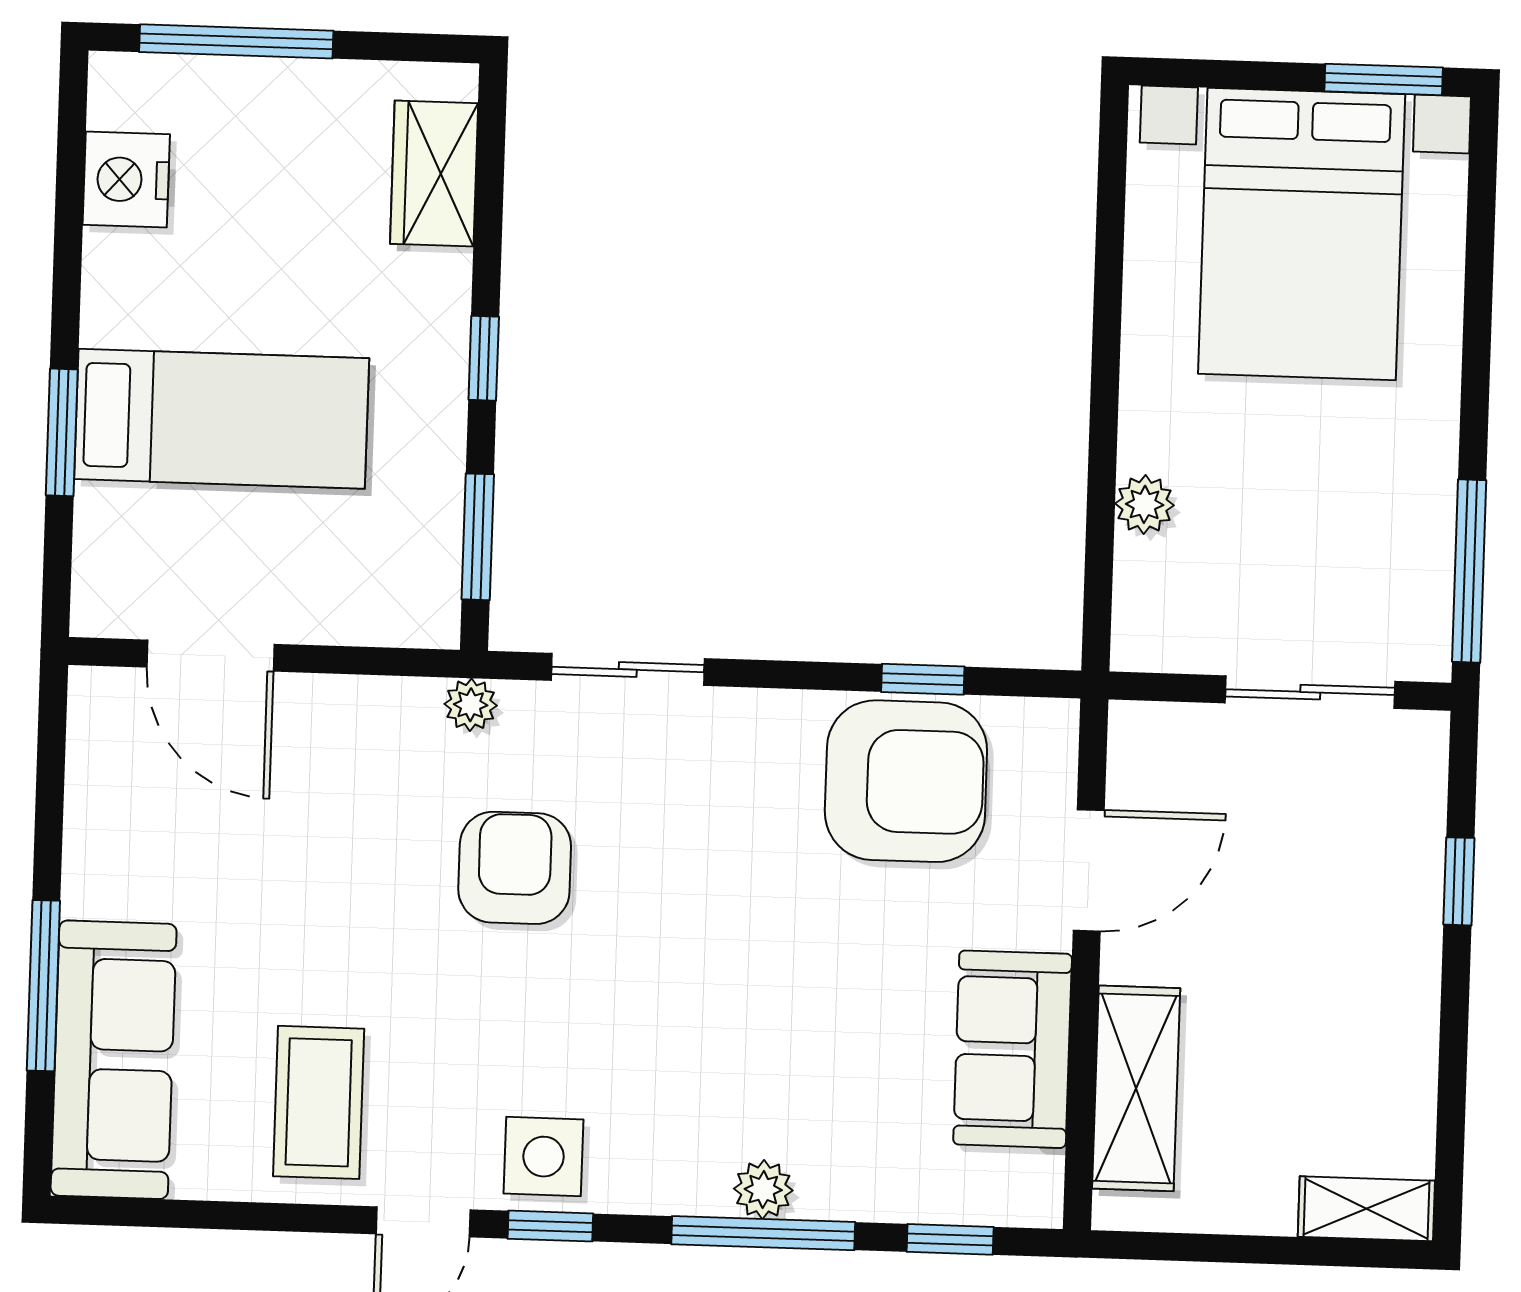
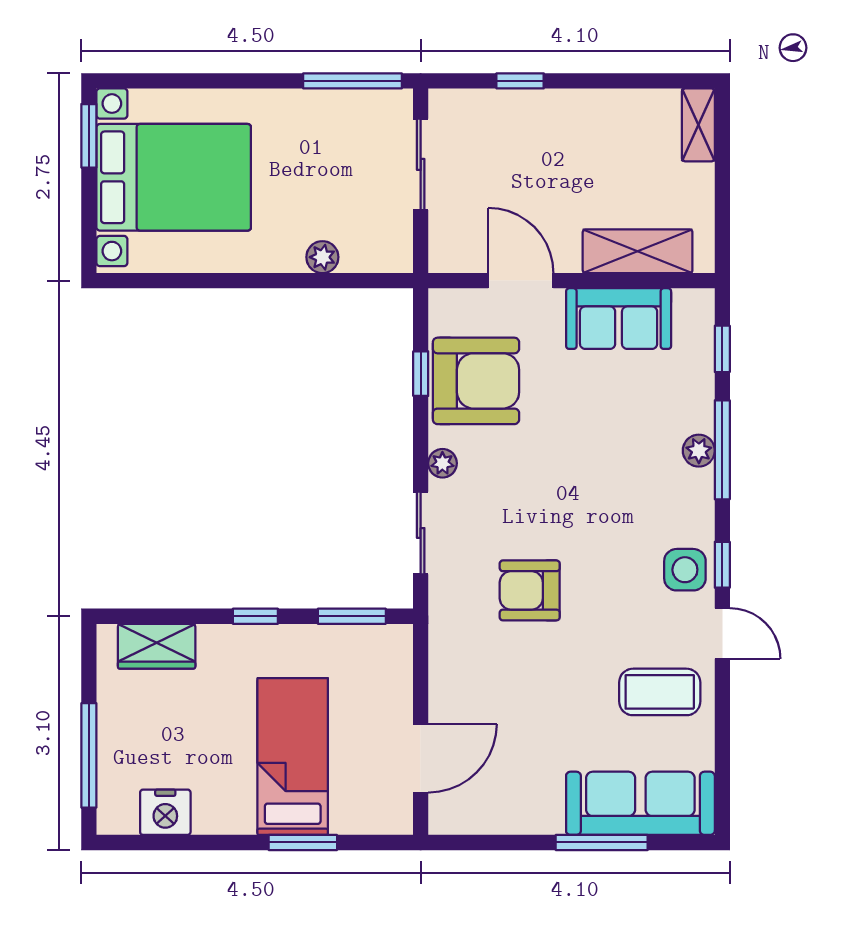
plant: (471, 705) -> (442, 463), moved
armchair: (906, 781) -> (476, 381), turned 90

